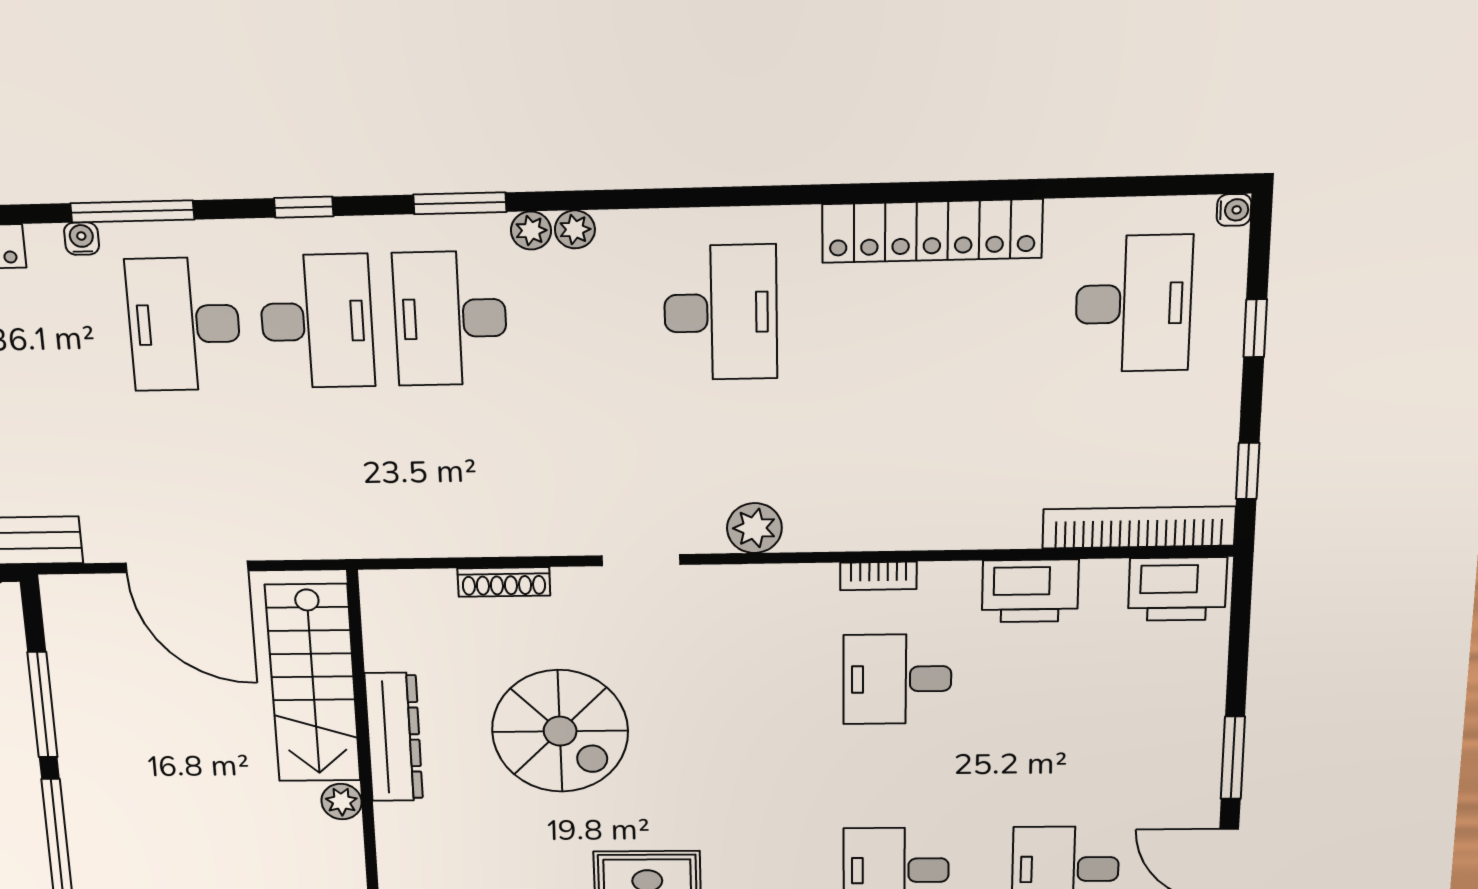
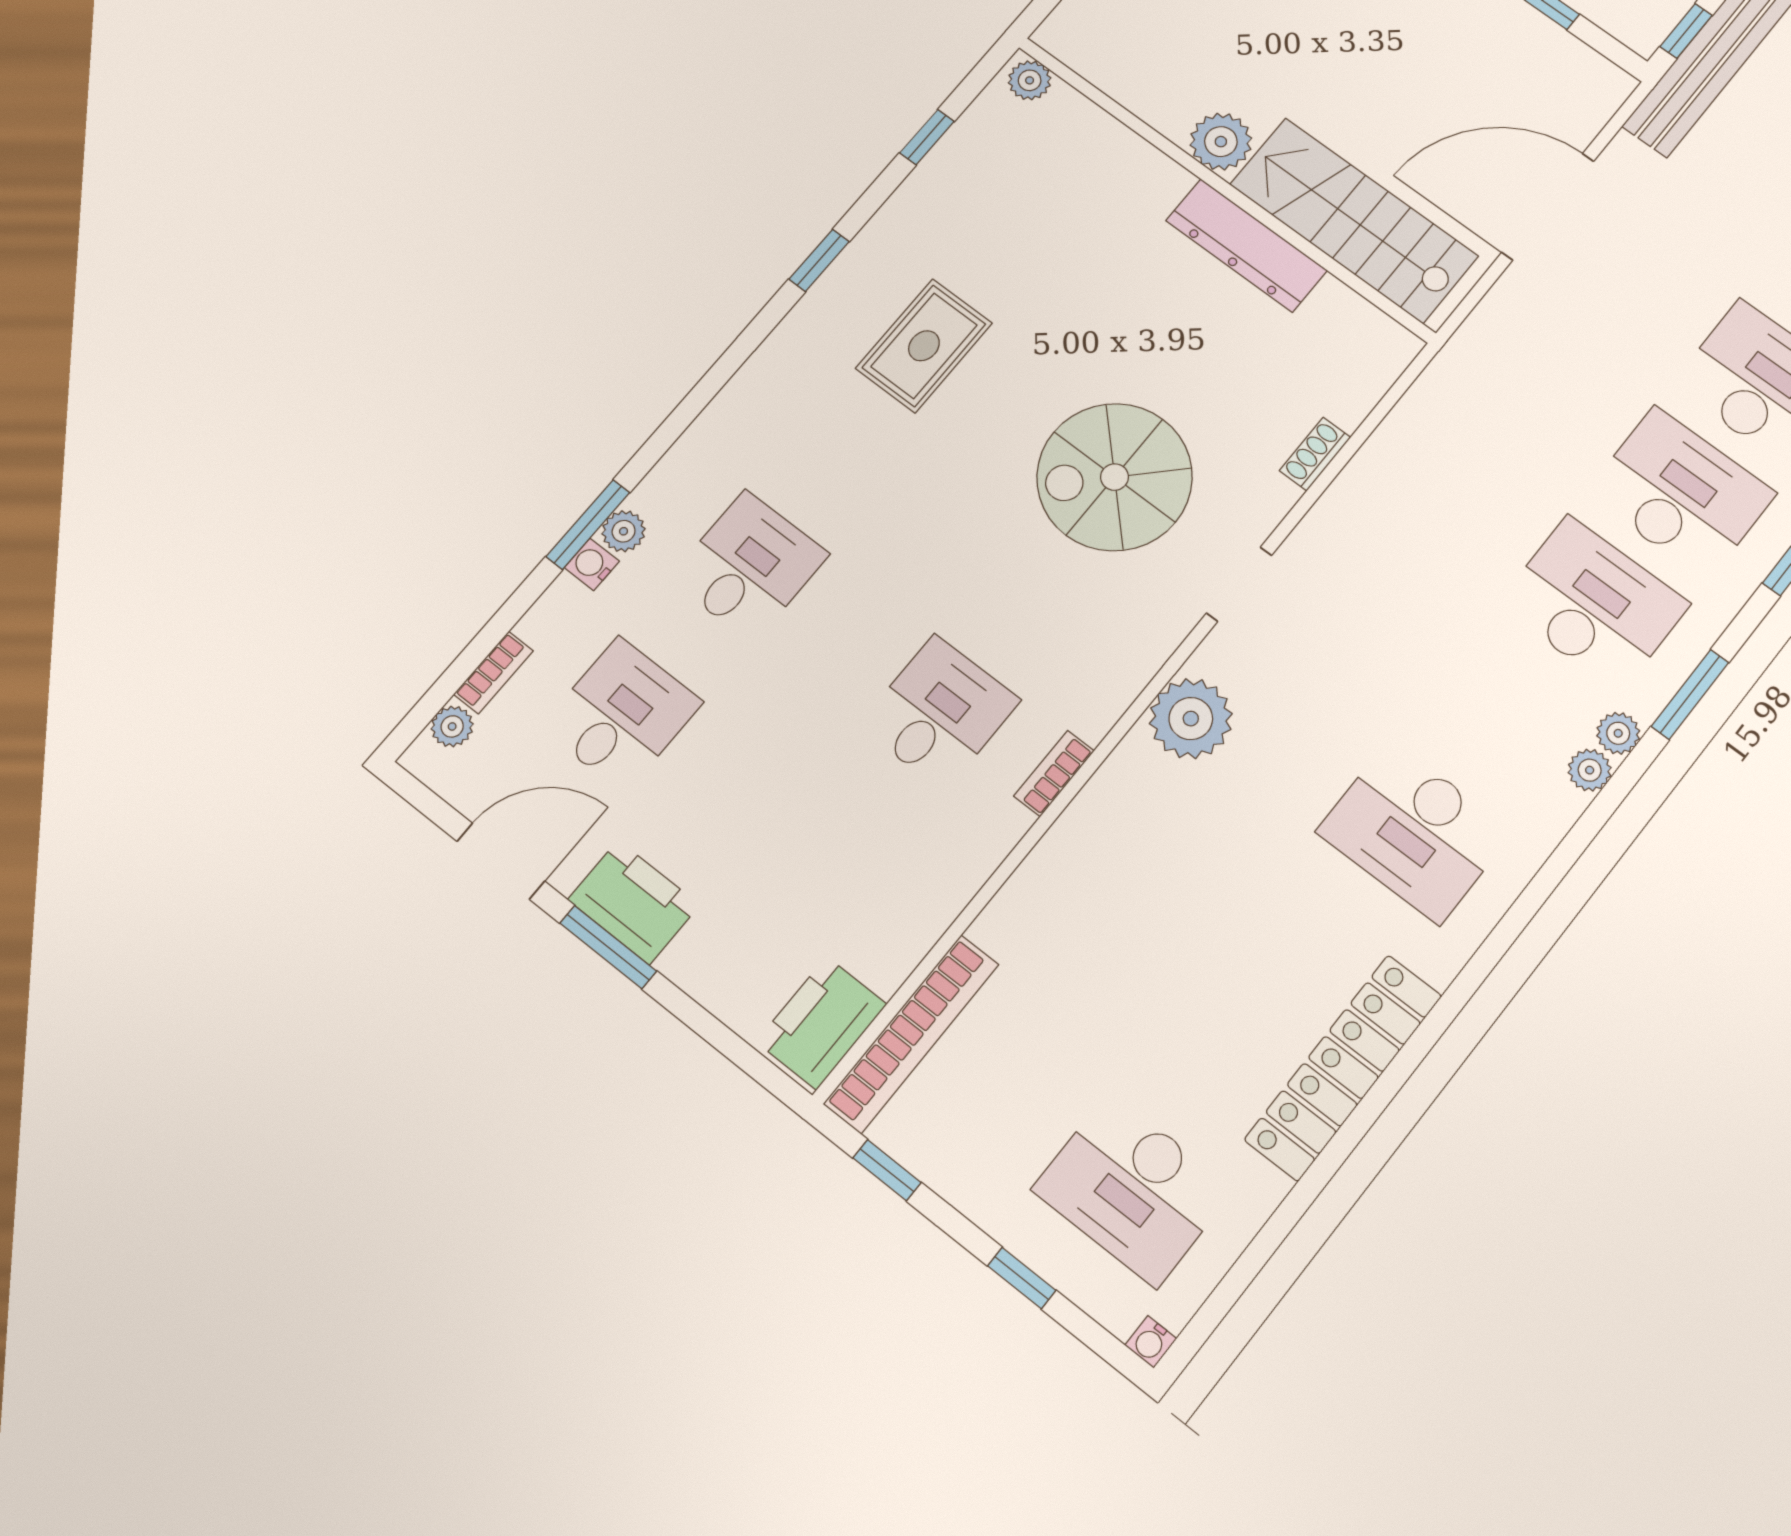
desk: (317, 321) -> (1681, 493), turned 180
plant: (754, 528) -> (1191, 719), width x1.36, depth x1.36
shoe rack: (504, 582) -> (1315, 454), width x0.70
printer: (1030, 591) -> (634, 902), moved, turned 90
spiral stairs: (560, 731) -> (1115, 477), moved
plant: (342, 802) -> (1221, 142), width x1.38, depth x1.38

